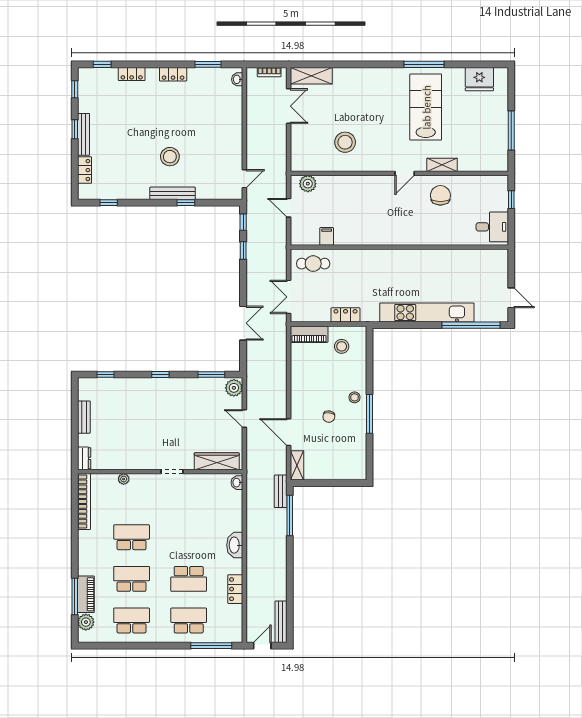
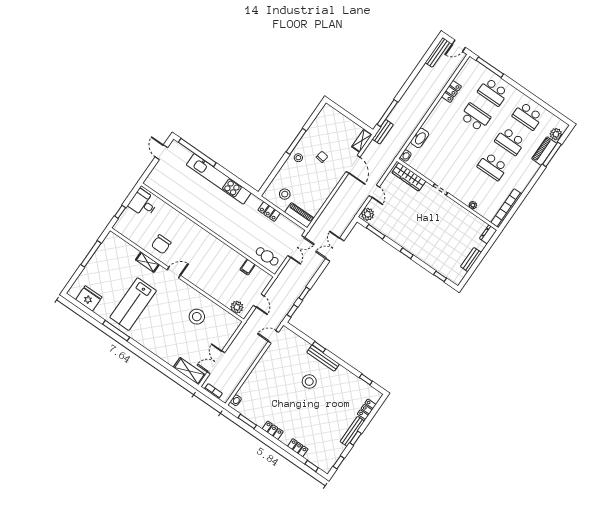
washbasin: (235, 545) -> (420, 138), moved

